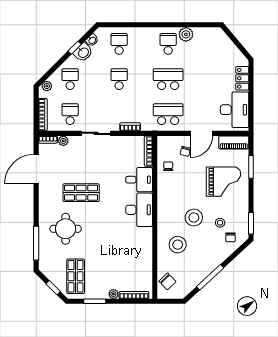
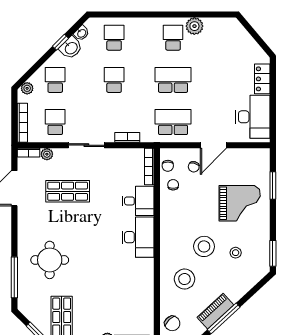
piano: (234, 142) -> (215, 311), moved, turned 137
shop shelf: (81, 193) -> (68, 191), moved
chair: (231, 237) -> (168, 166), moved

